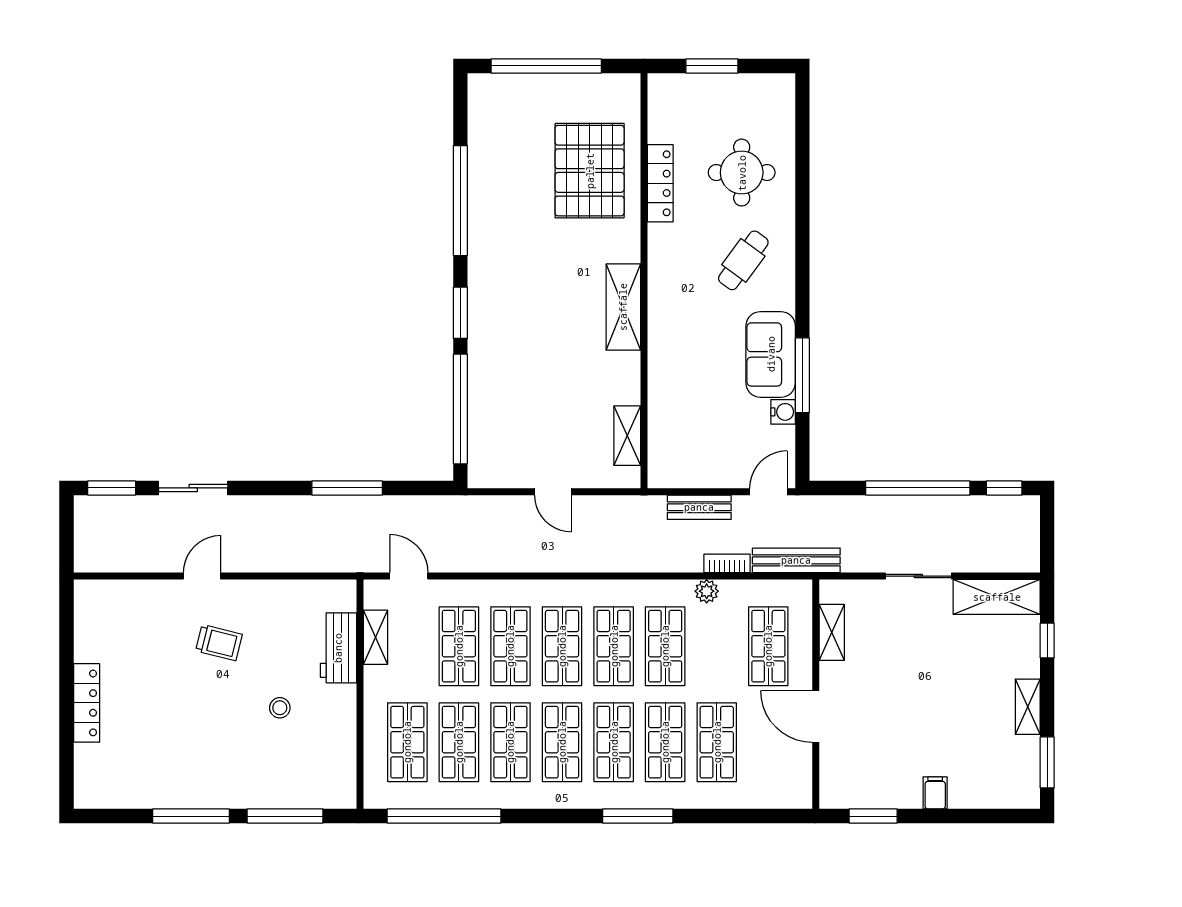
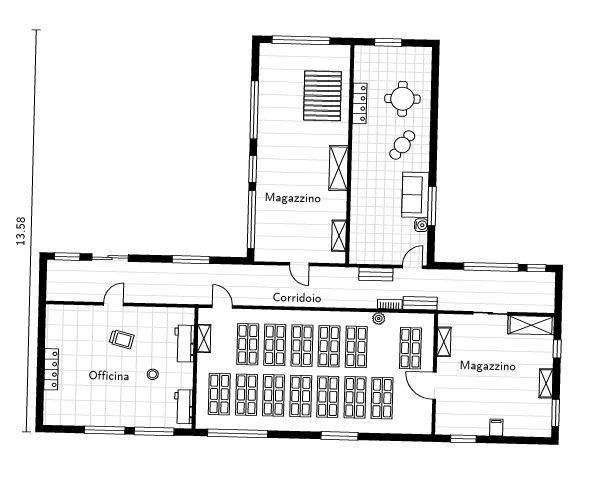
bench: (796, 560) -> (420, 303), width x0.73
workbench: (340, 768) -> (184, 407), added

